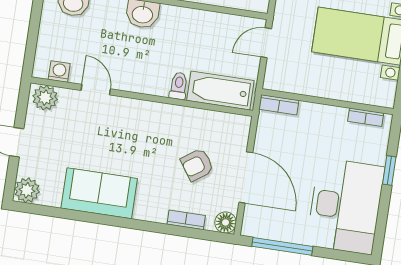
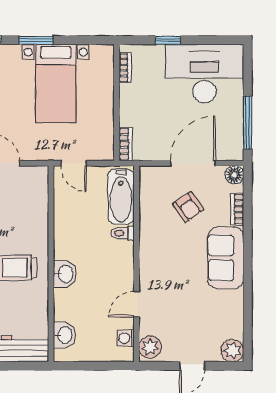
sofa: (99, 193) -> (226, 258), moved

